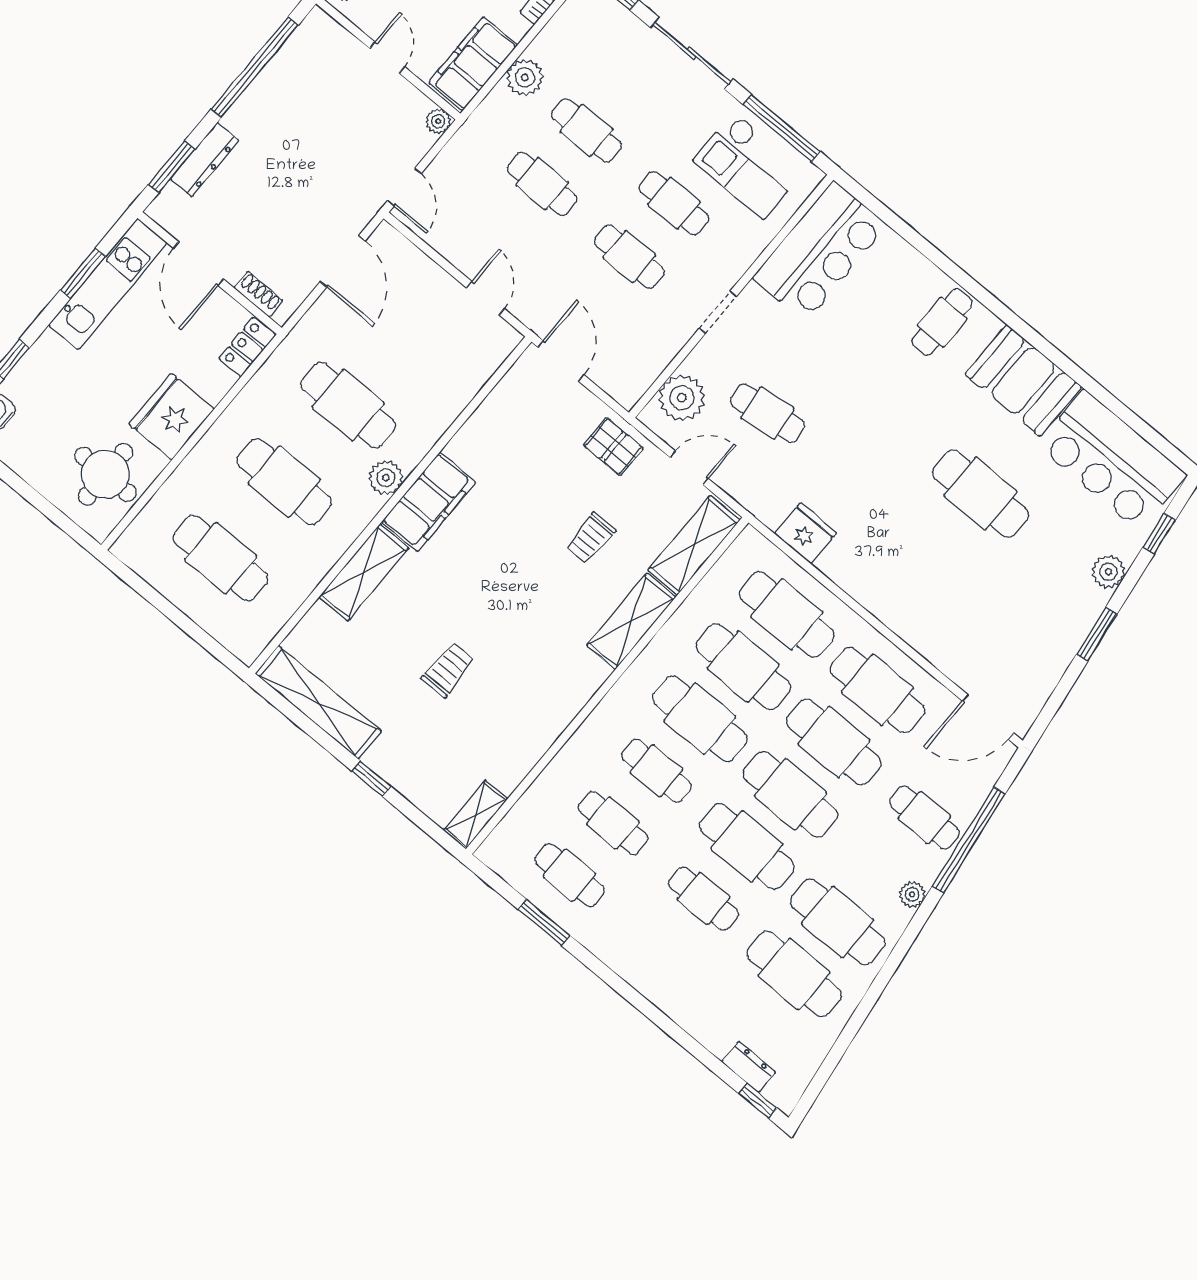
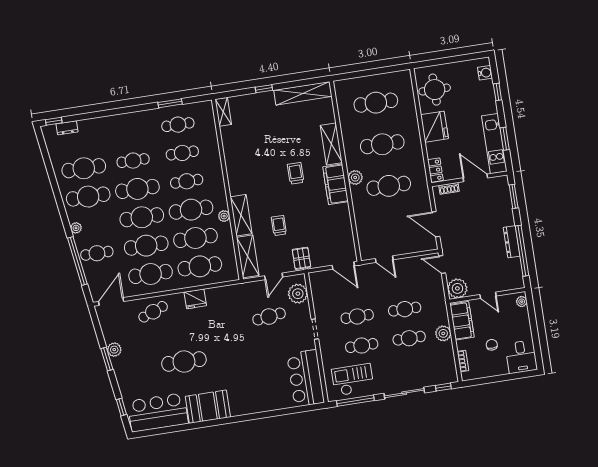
plant: (438, 121) -> (457, 288), width x1.87, depth x1.87
dresser: (205, 160) -> (512, 242), moved
cafe table: (942, 322) -> (153, 312), moved, turned 69
pallet: (613, 447) -> (302, 258), turned 90
fridge: (806, 533) -> (195, 299), moved
plant: (1108, 572) -> (114, 350), moved
plant: (660, 650) -> (224, 216), added
trolley: (448, 670) -> (296, 173), moved, turned 180

